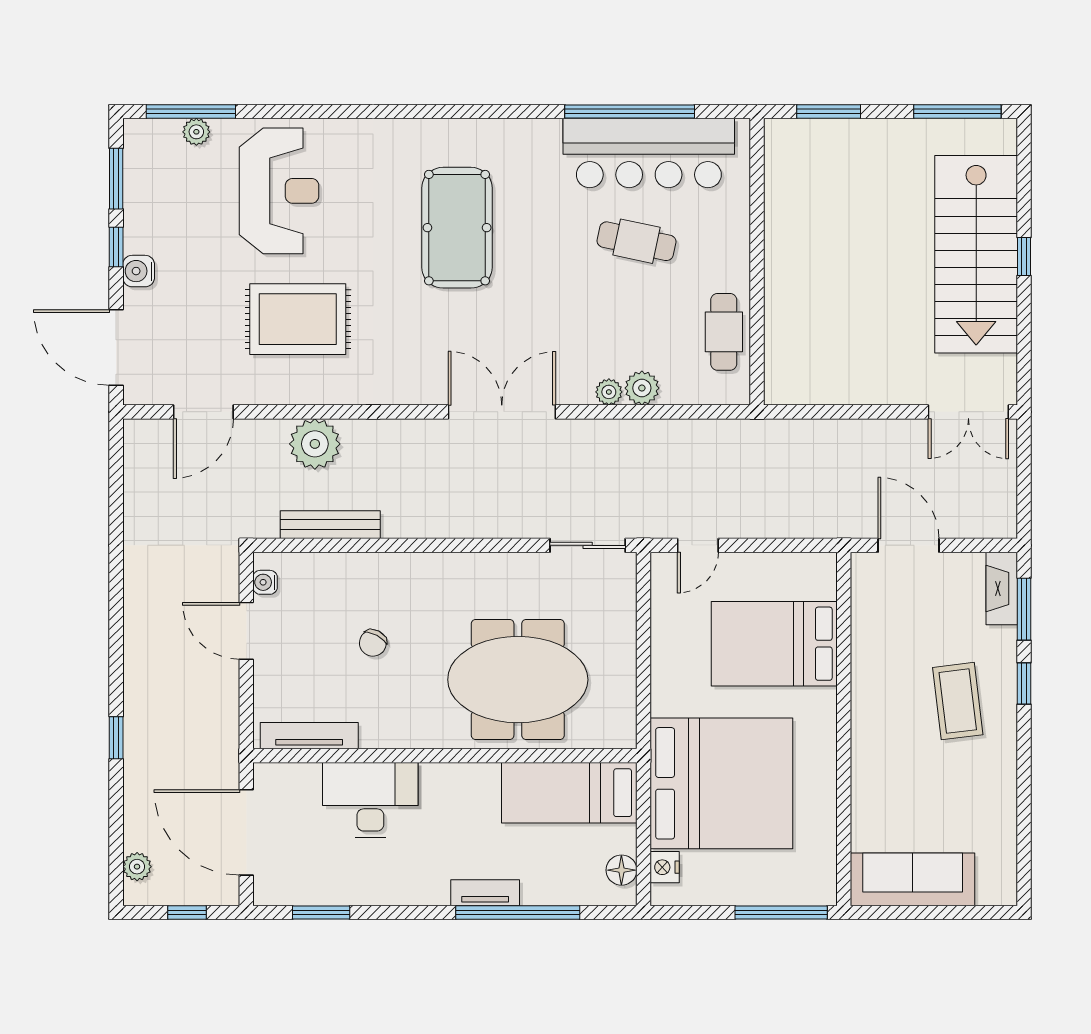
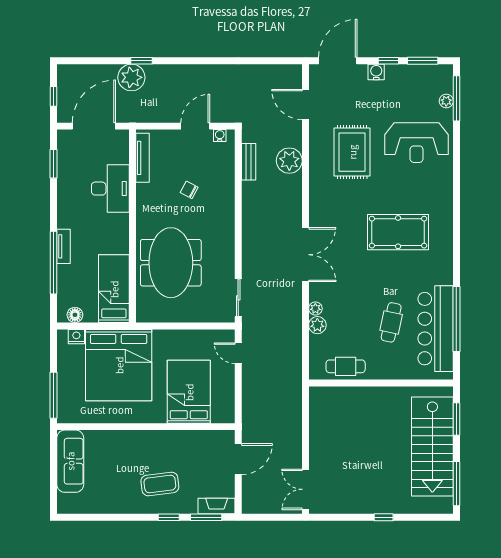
stairs: (976, 254) -> (432, 447), moved, turned -90
bench: (330, 525) -> (249, 162), width x0.73
plant: (137, 867) -> (131, 77), moved, width x1.88, depth x1.88

